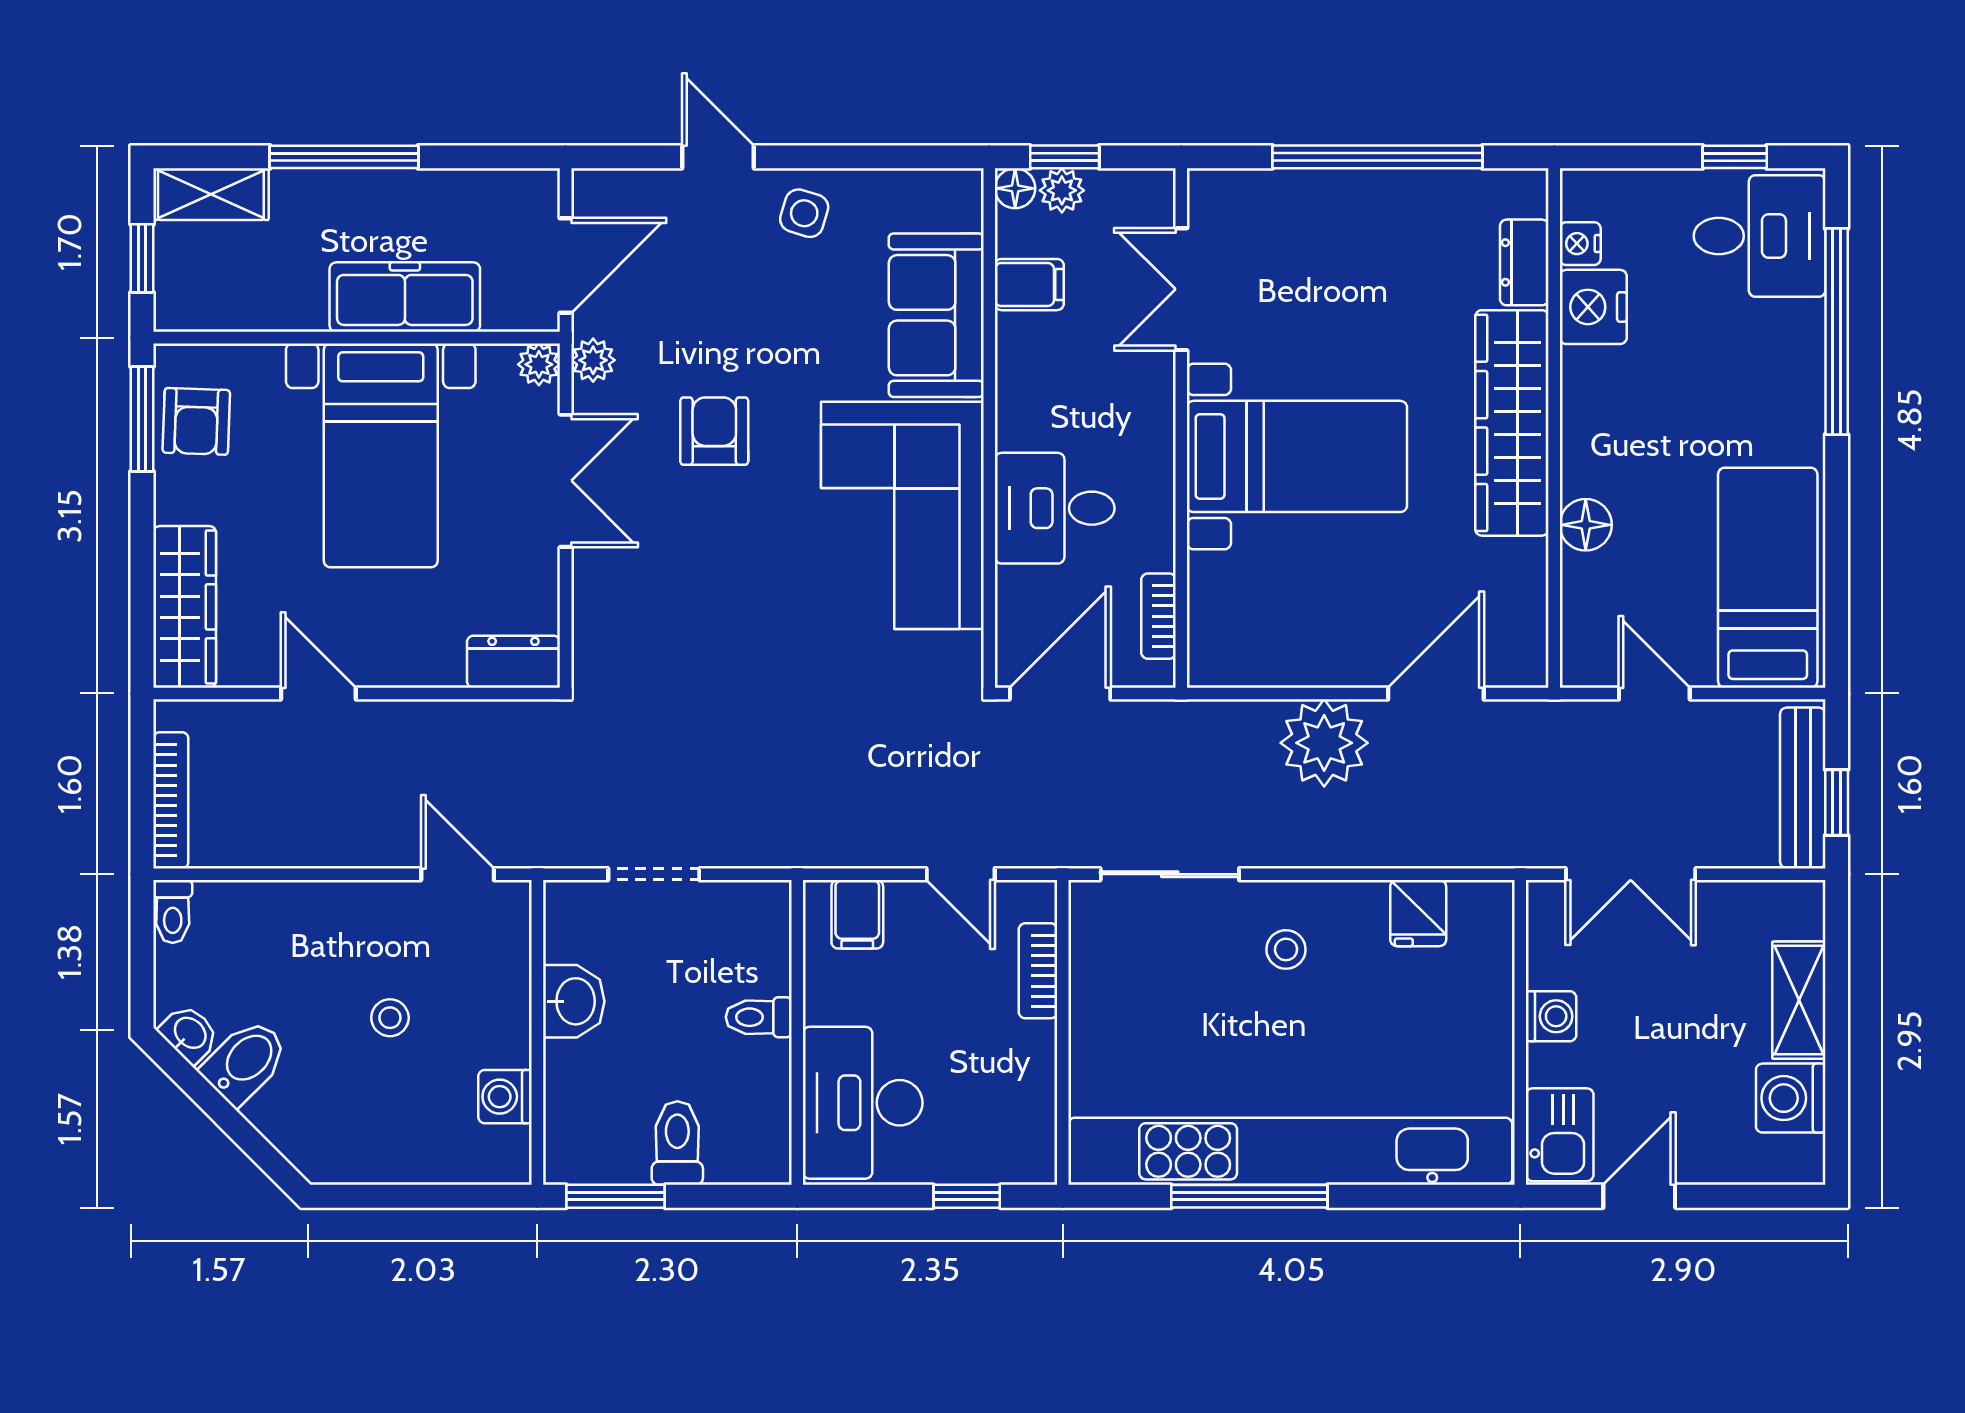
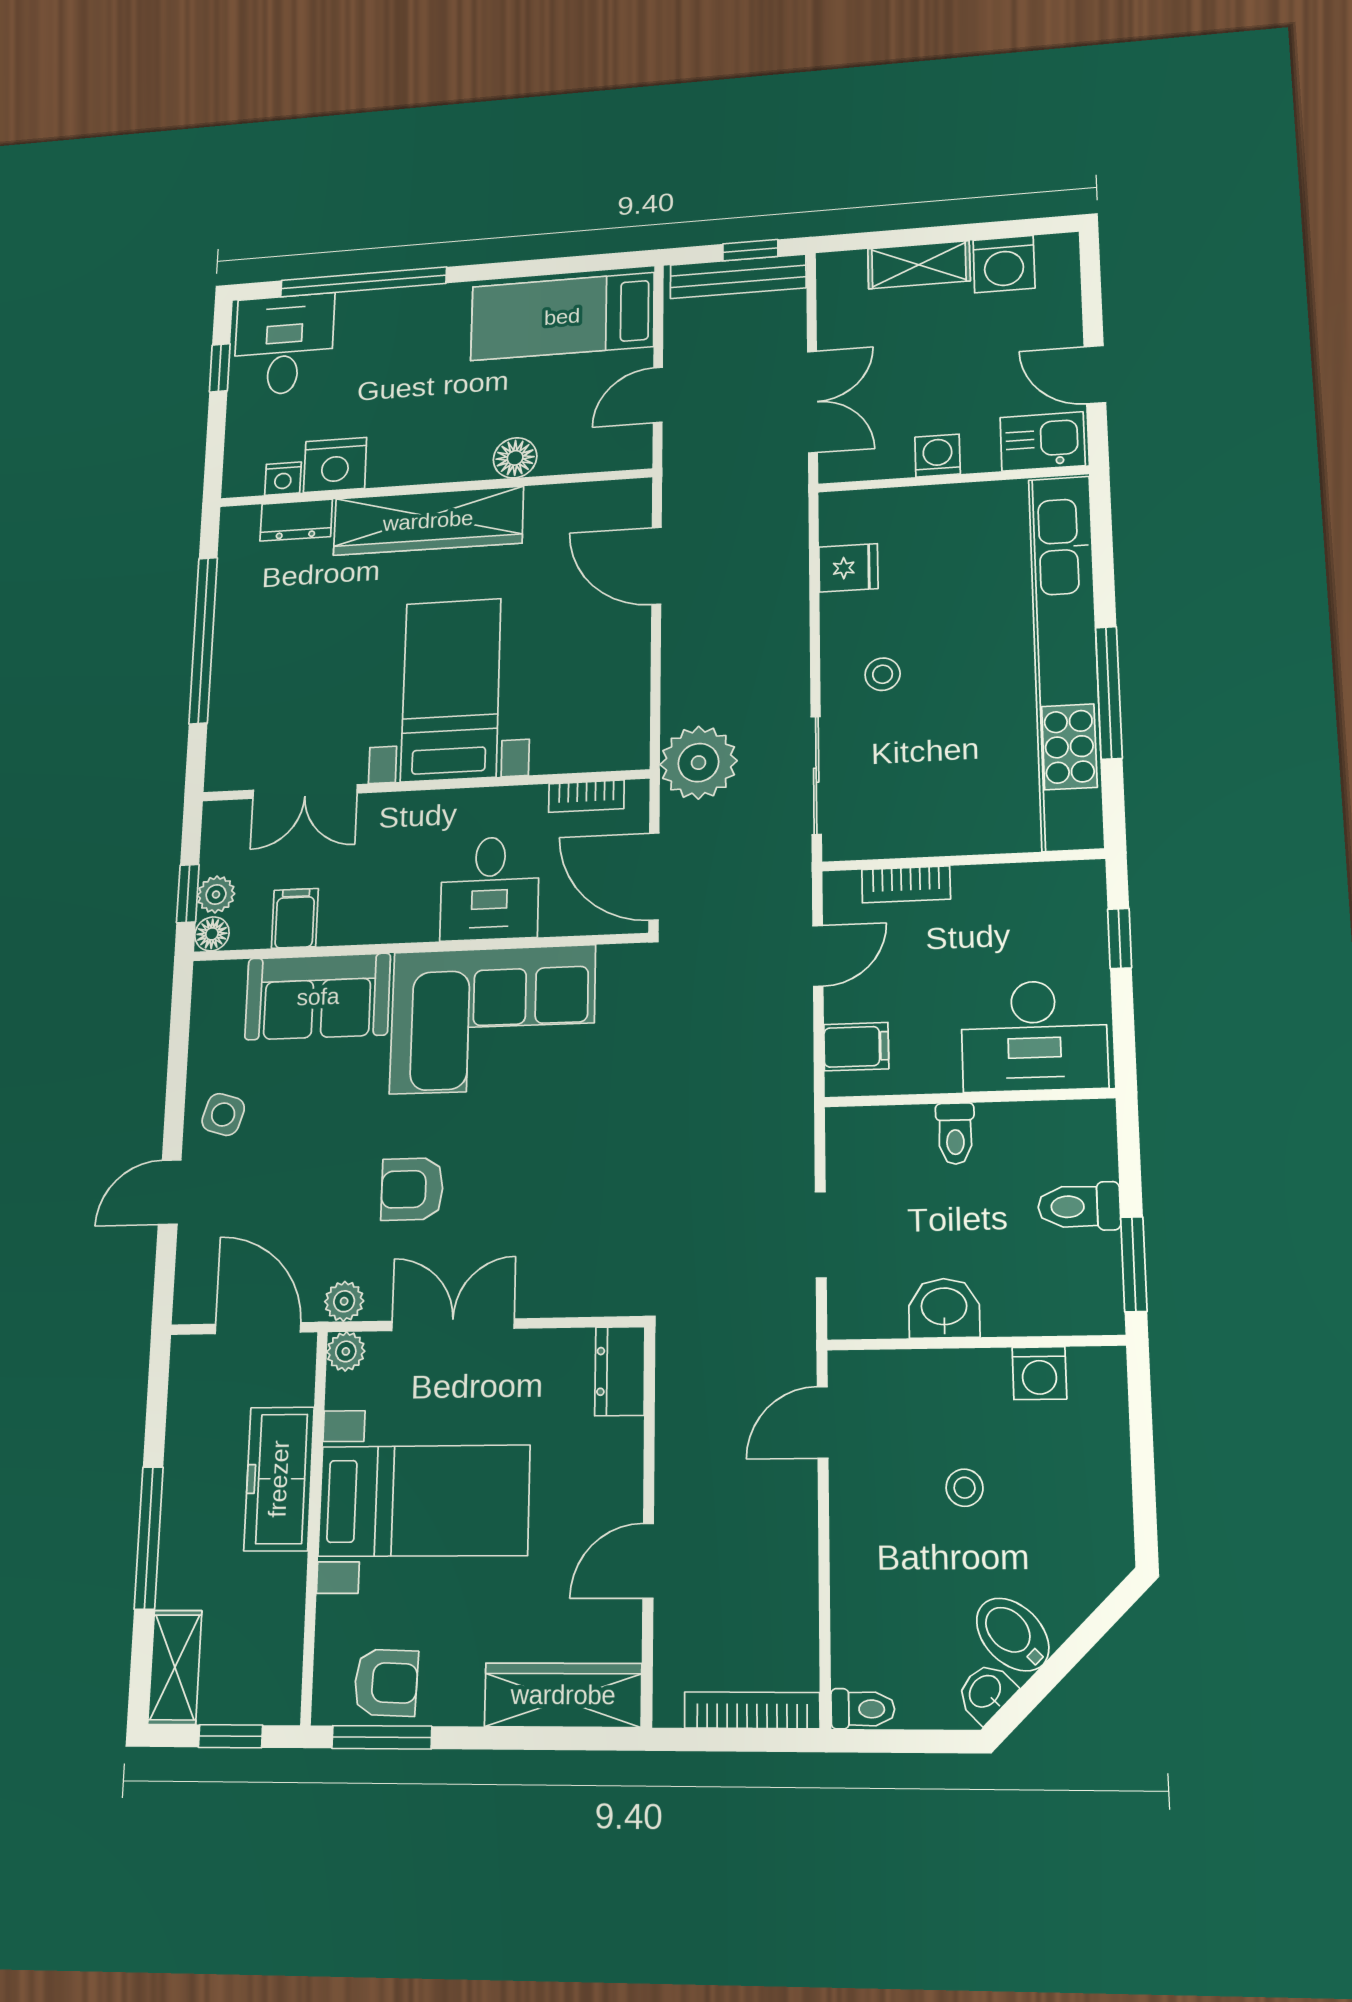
plant: (1324, 743) -> (698, 763), moved

